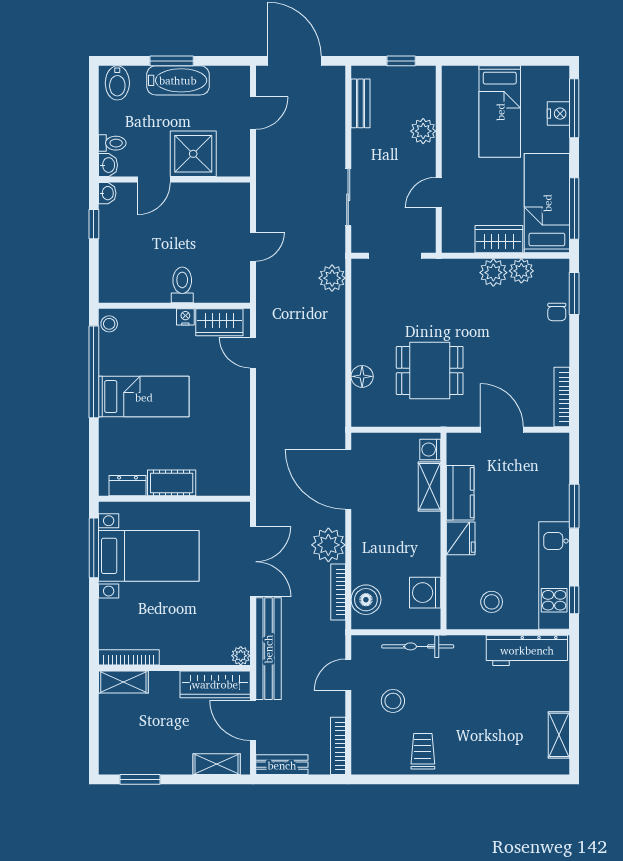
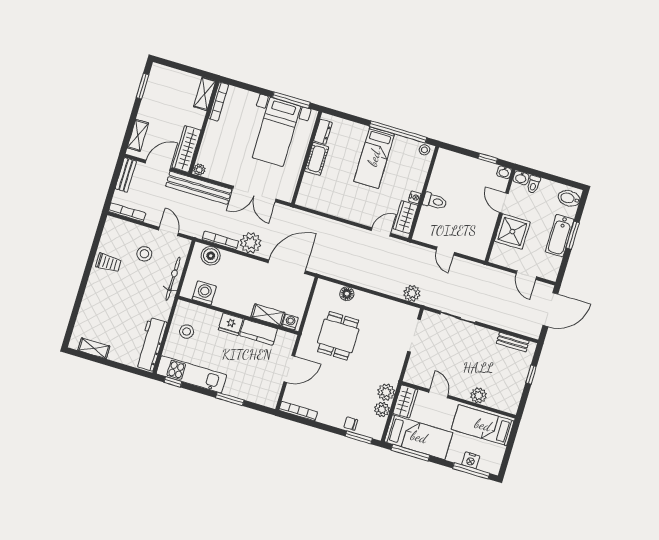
plant: (423, 131) -> (479, 395), moved
wall: (439, 159) -> (459, 400), moved
door: (439, 193) -> (438, 394), moved

